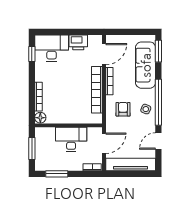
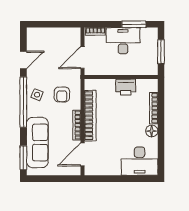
printer: (78, 42) -> (126, 87), moved, turned 180
window: (32, 54) -> (161, 155), removed
floor lamp: (40, 118) -> (152, 131), moved
desk: (71, 139) -> (123, 41), moved, turned 180
tv unit: (131, 165) -> (54, 34), removed

